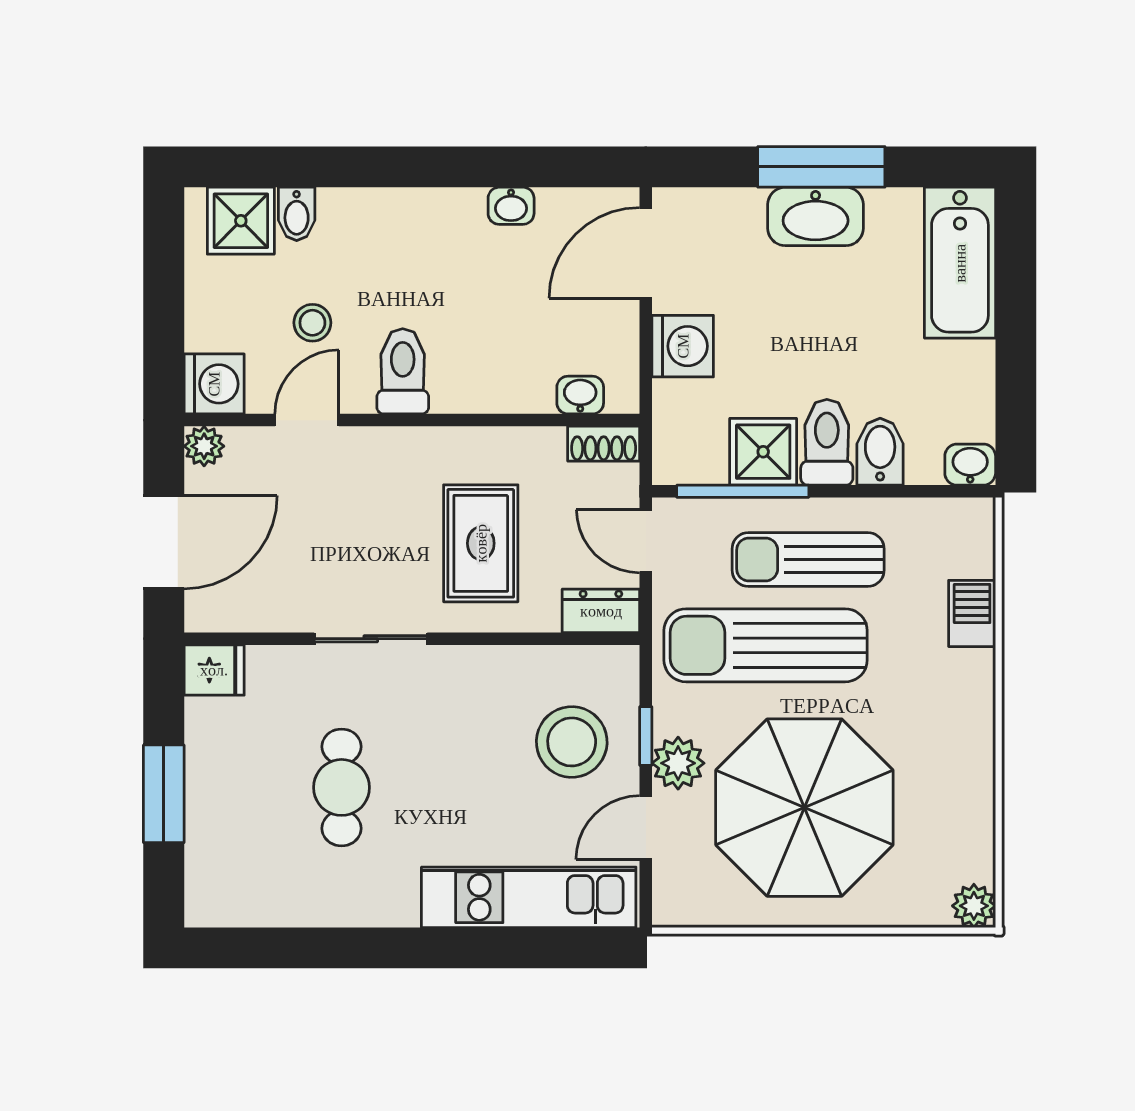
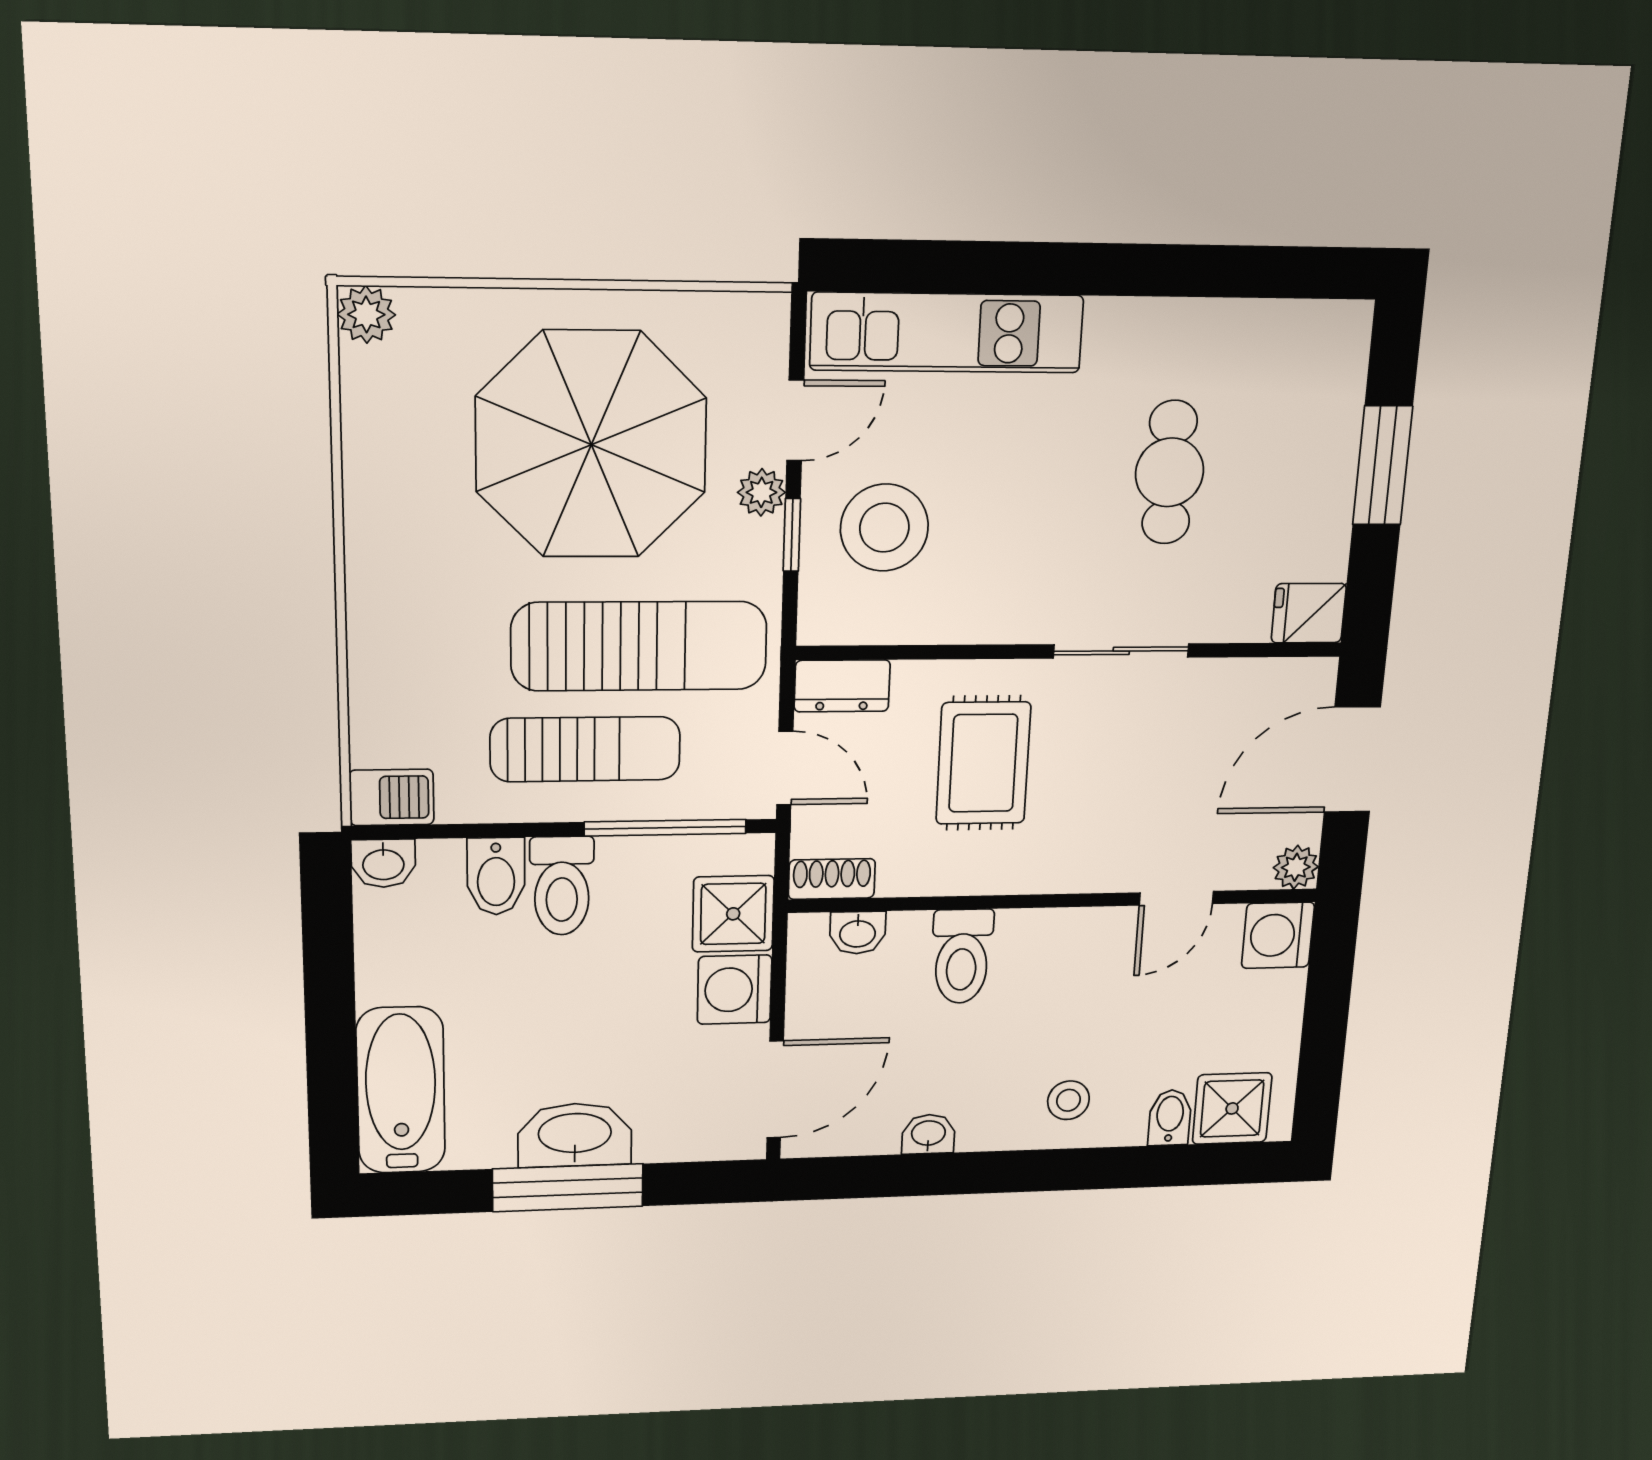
stool: (312, 323) -> (1068, 1100), moved
toilet: (403, 371) -> (962, 956), moved
shower: (763, 452) -> (733, 914), moved
barbecue: (972, 613) -> (392, 797), moved, turned -90
plant: (678, 763) -> (761, 492), width x0.73, depth x0.73

